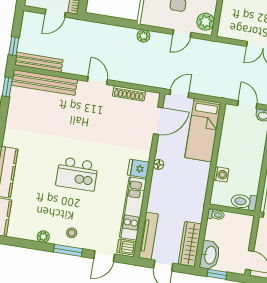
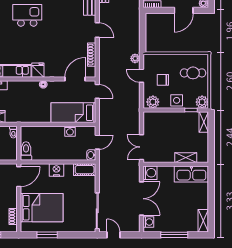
door: (182, 33) -> (141, 76), moved
door: (97, 81) -> (97, 30), hinge flipped
door: (158, 121) -> (75, 79), swing flipped
kitchen island: (77, 174) -> (27, 15), moved, turned 90
washing machine: (221, 174) -> (70, 131), moved

